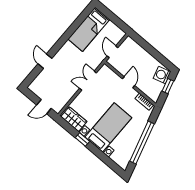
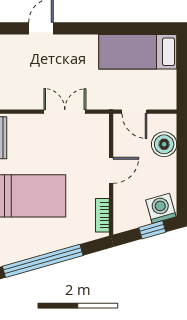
boiler: (136, 51) -> (164, 144), added
door: (112, 52) -> (134, 112), swing flipped

